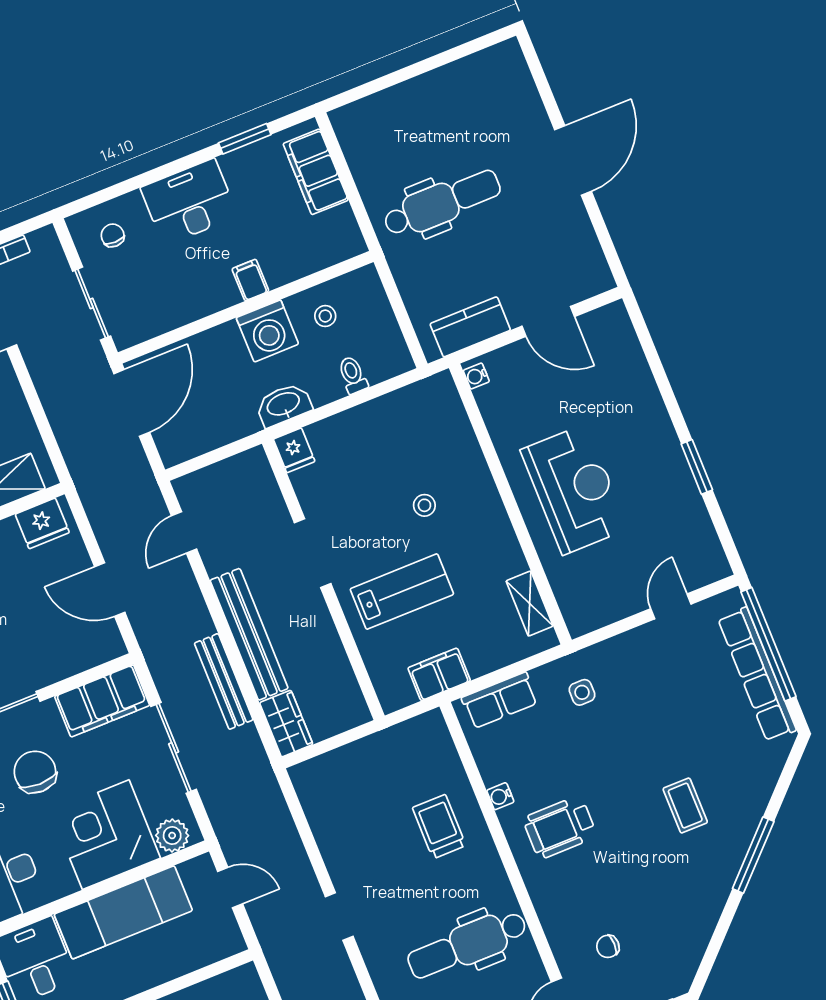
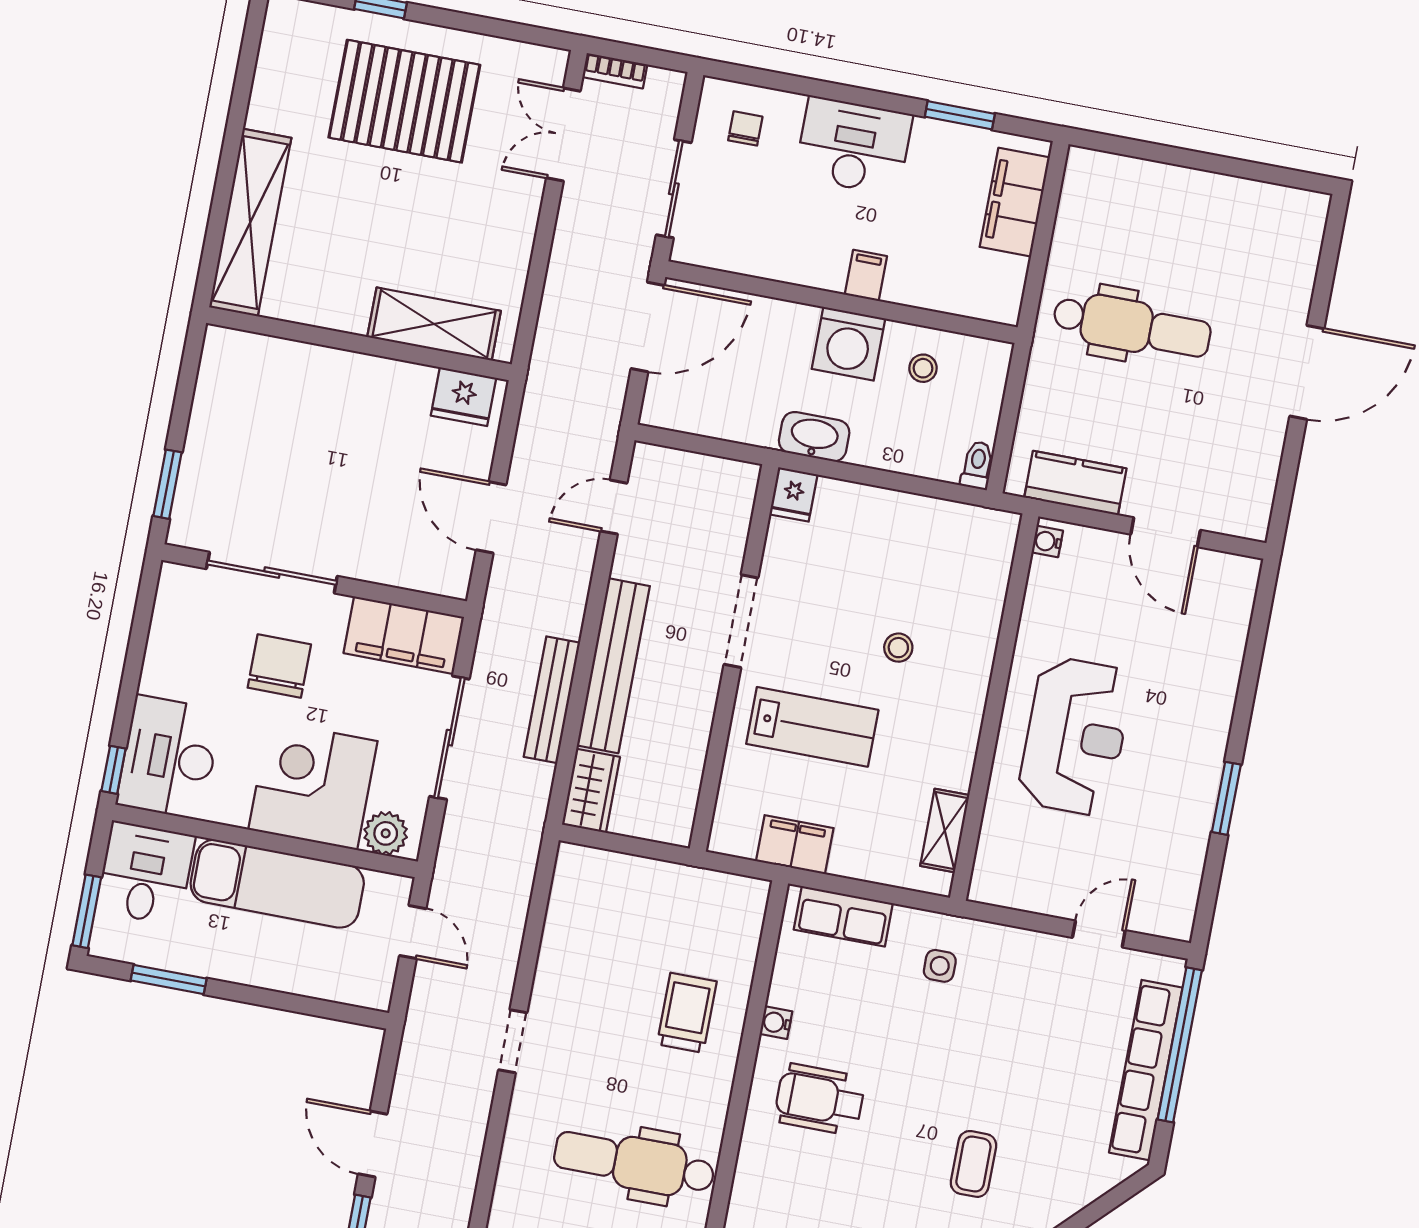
toilet: (353, 375) -> (977, 465), moved

